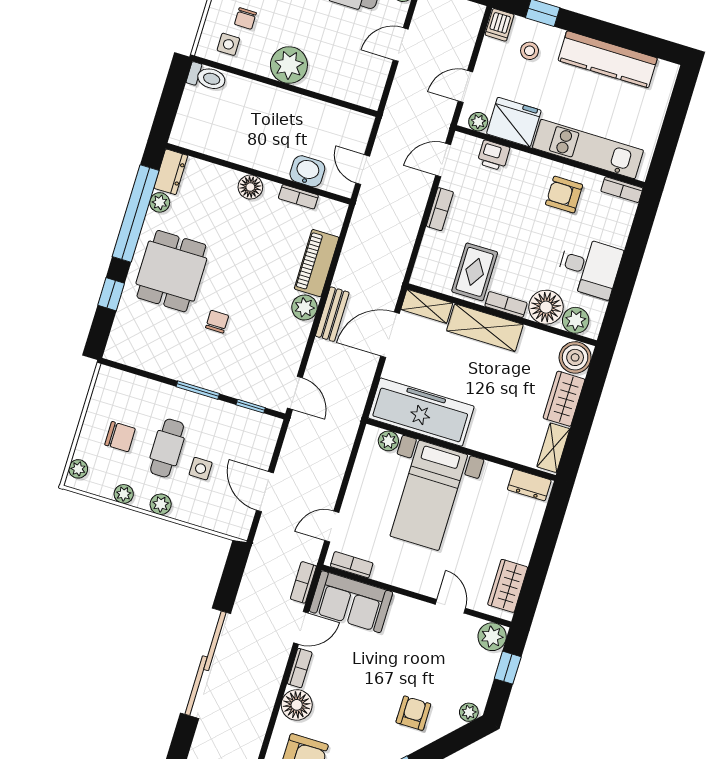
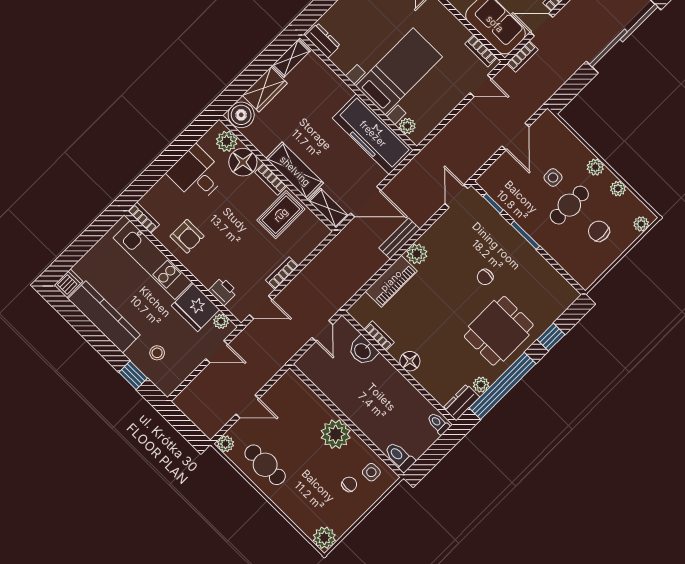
dishwasher: (500, 25) -> (68, 283), moved
toilet: (184, 136) -> (438, 423), added

